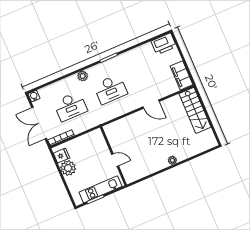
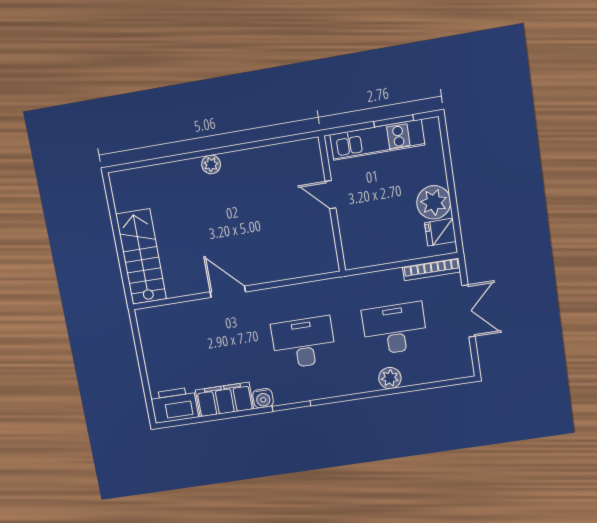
filing cabinet: (181, 75) -> (224, 400), moved, turned -90
plant: (83, 76) -> (390, 378), moved
water cooler: (34, 96) -> (263, 398), moved
double door: (39, 123) -> (469, 311), width x0.73

